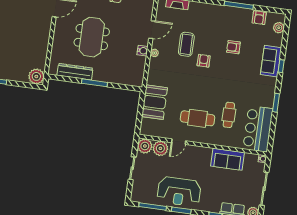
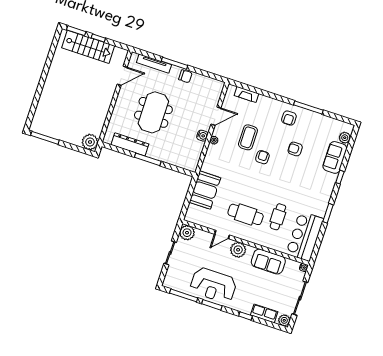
armchair: (259, 18) -> (289, 118), moved
sofa: (271, 61) -> (335, 157), moved
plant: (160, 148) -> (238, 250), moved

